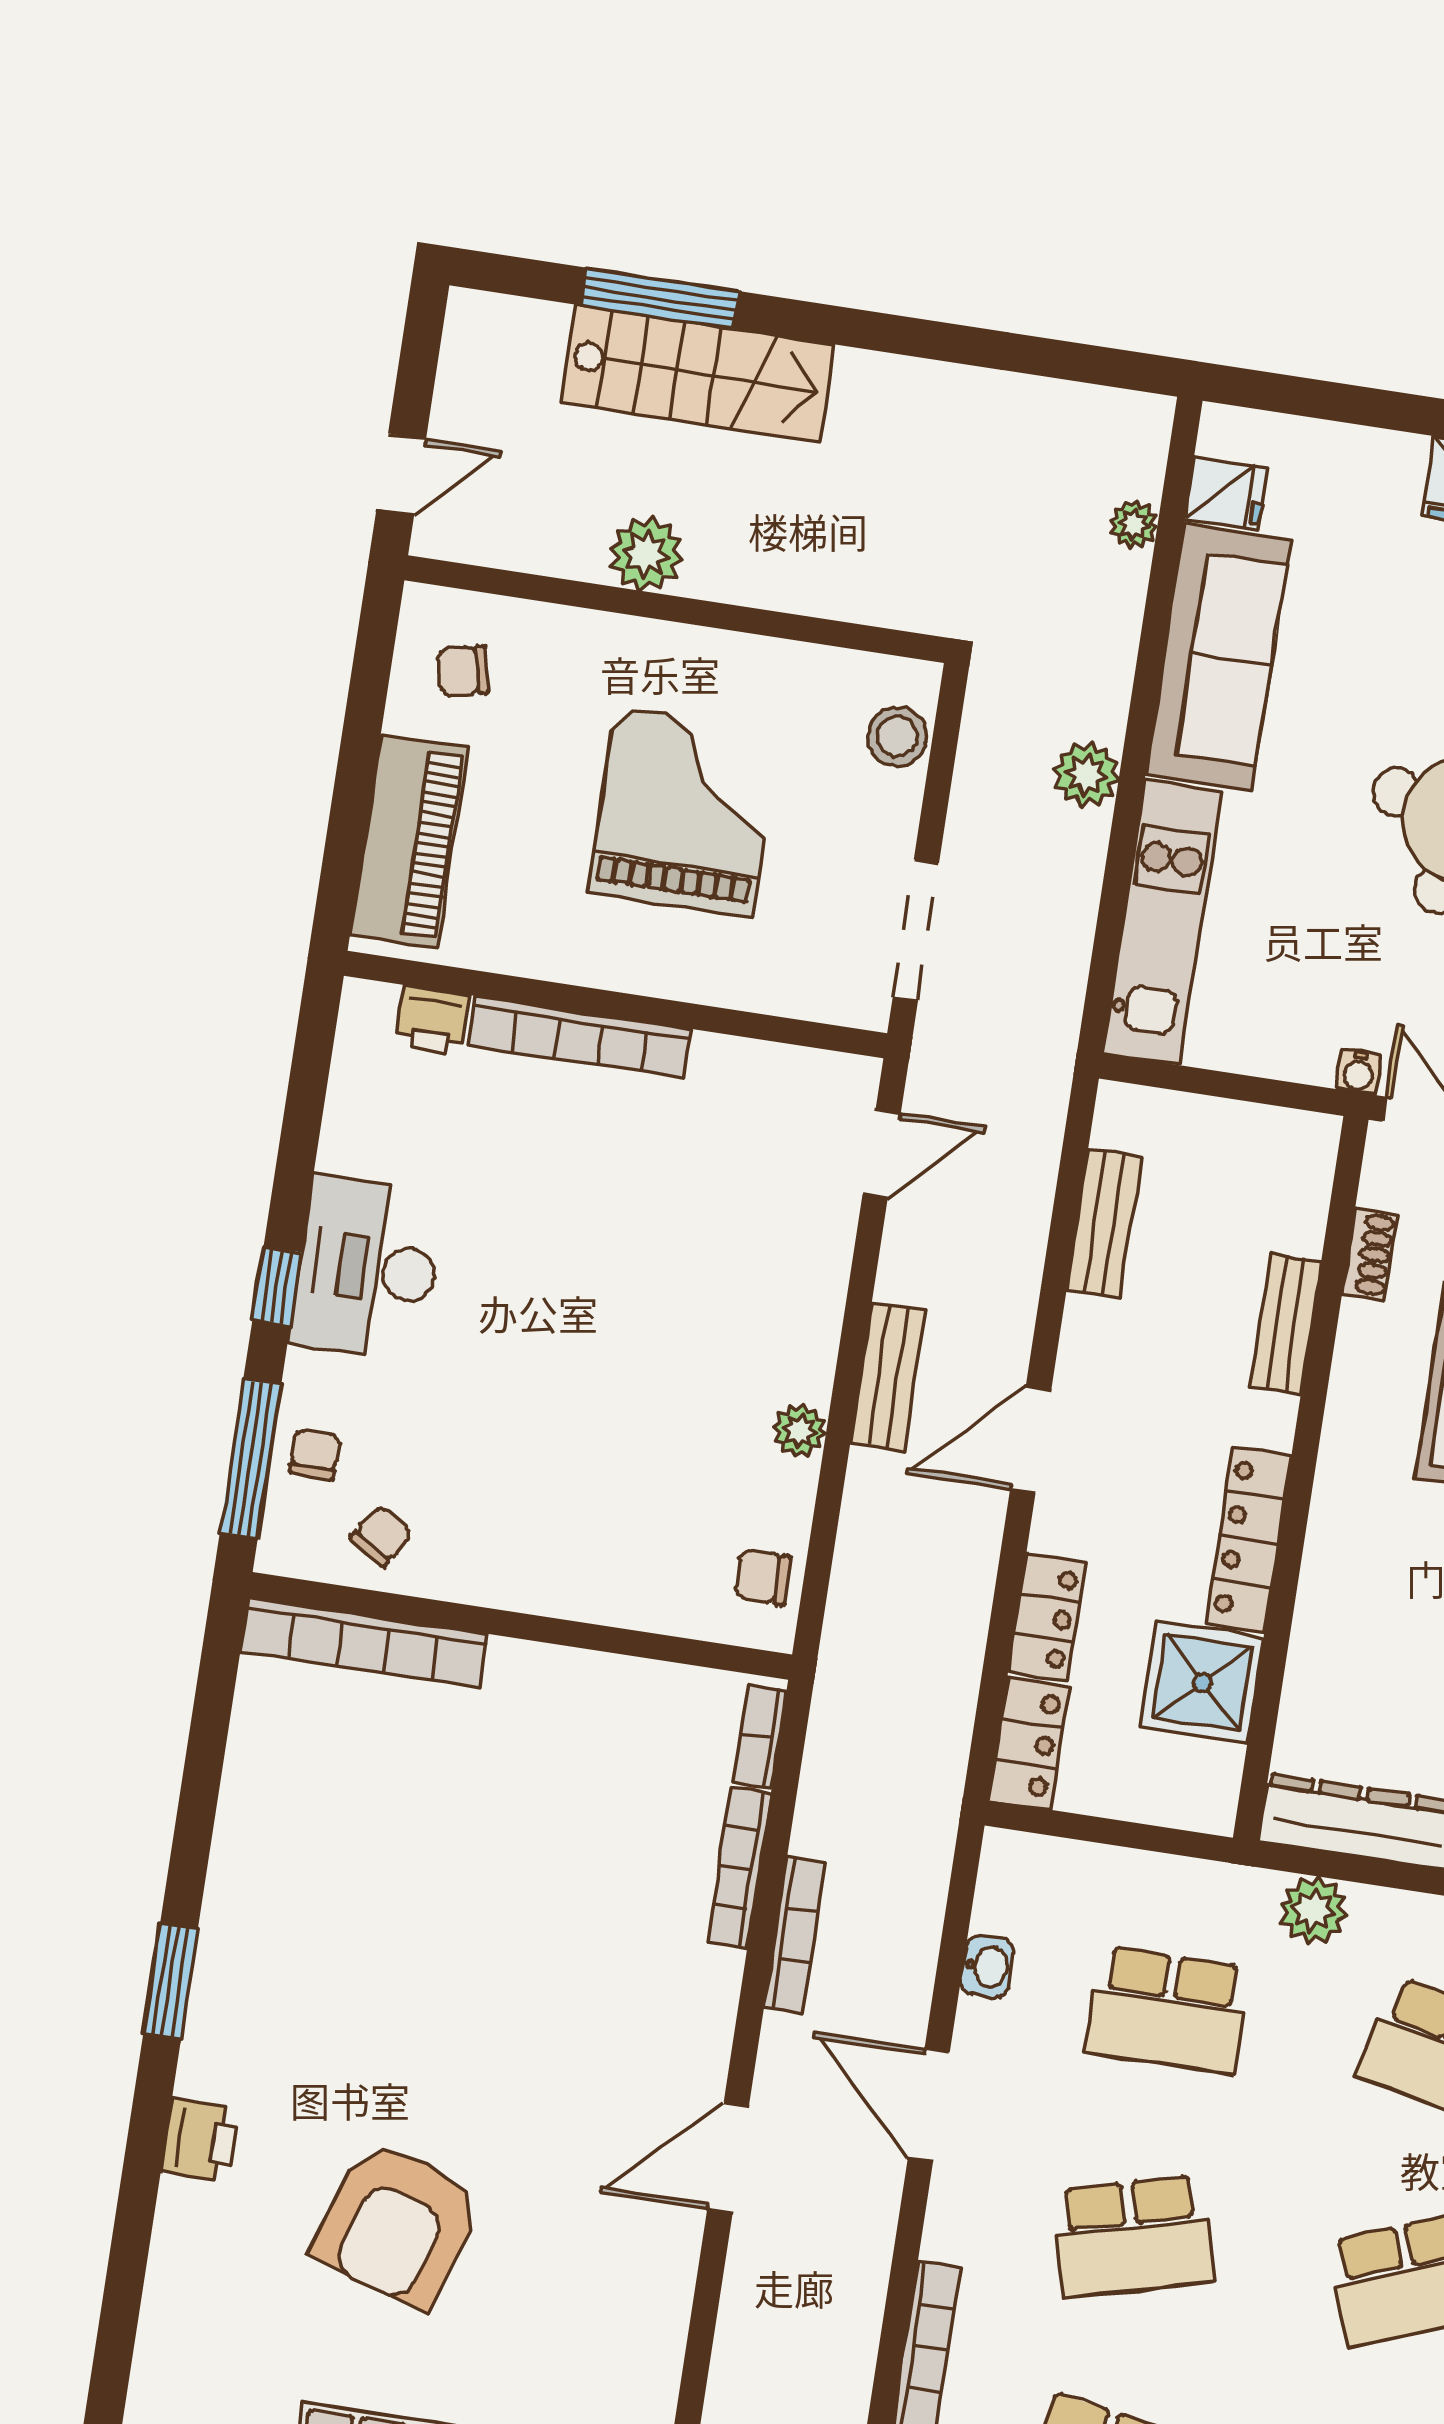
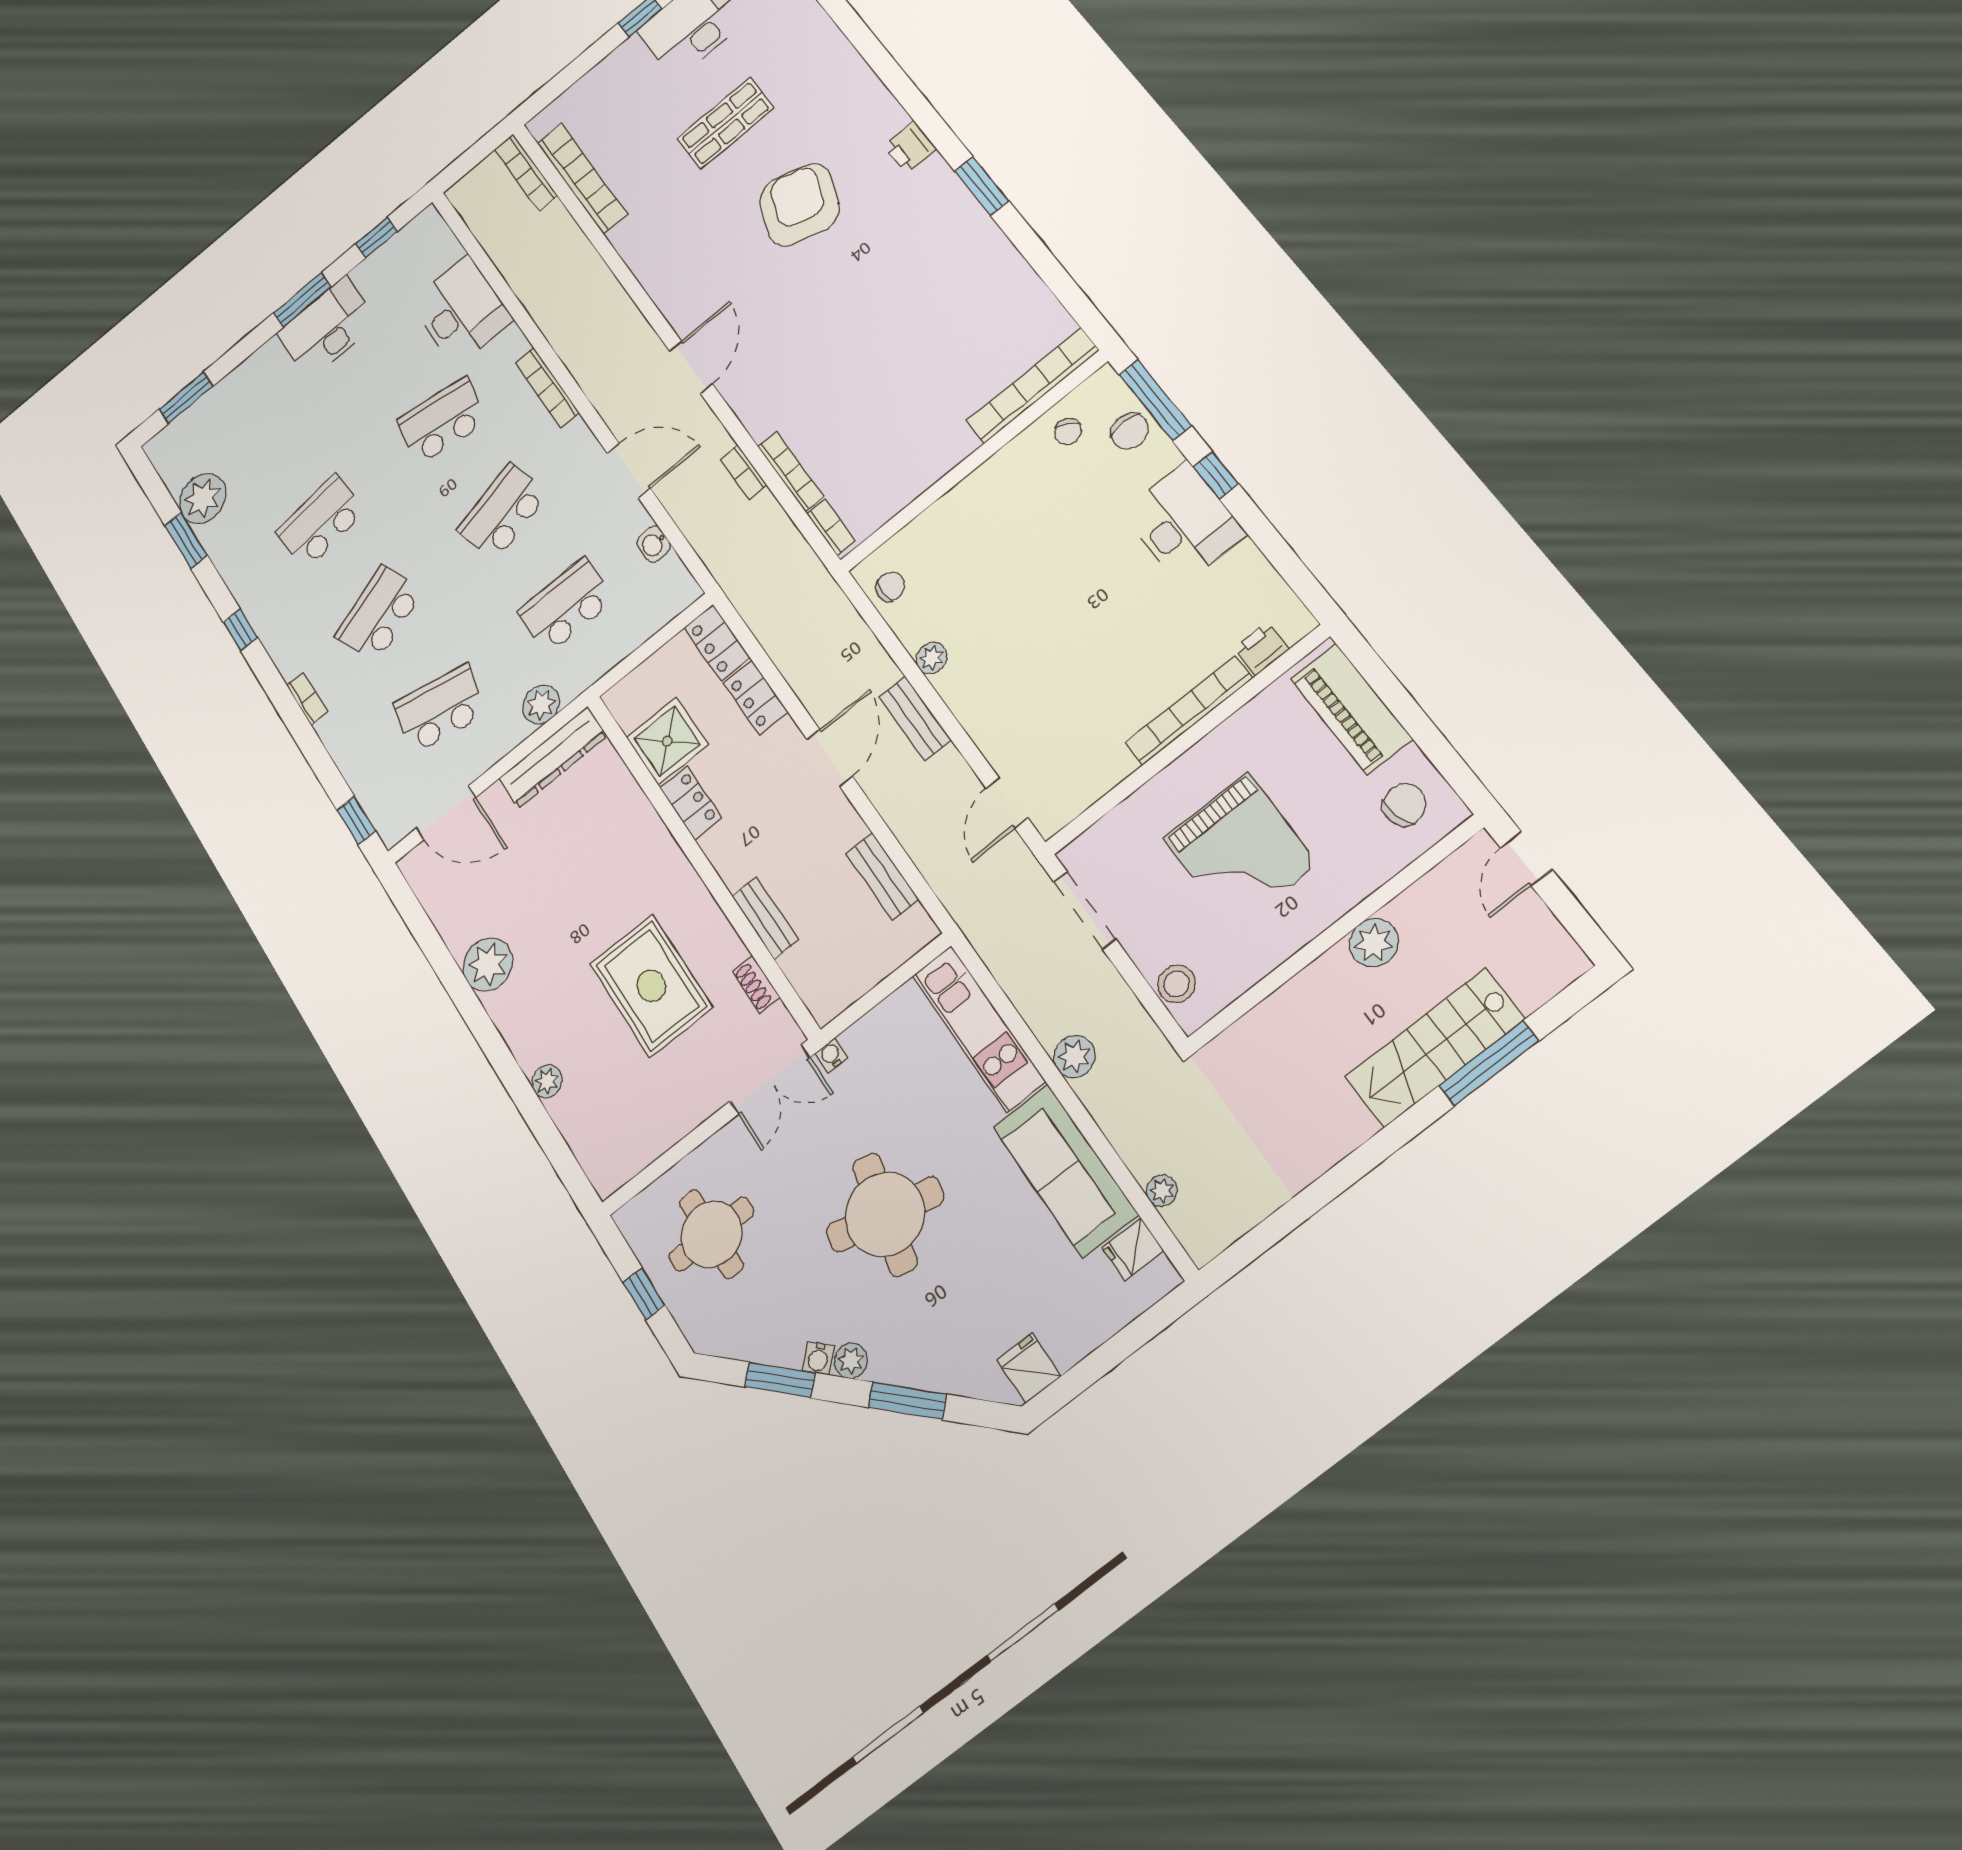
chair: (463, 671) -> (1404, 805), width x1.37, depth x1.37
chair: (315, 1454) -> (1130, 431), width x1.37, depth x1.37
locker: (1249, 1539) -> (691, 803), width x0.66
bookcase: (795, 1935) -> (743, 472), width x0.64

